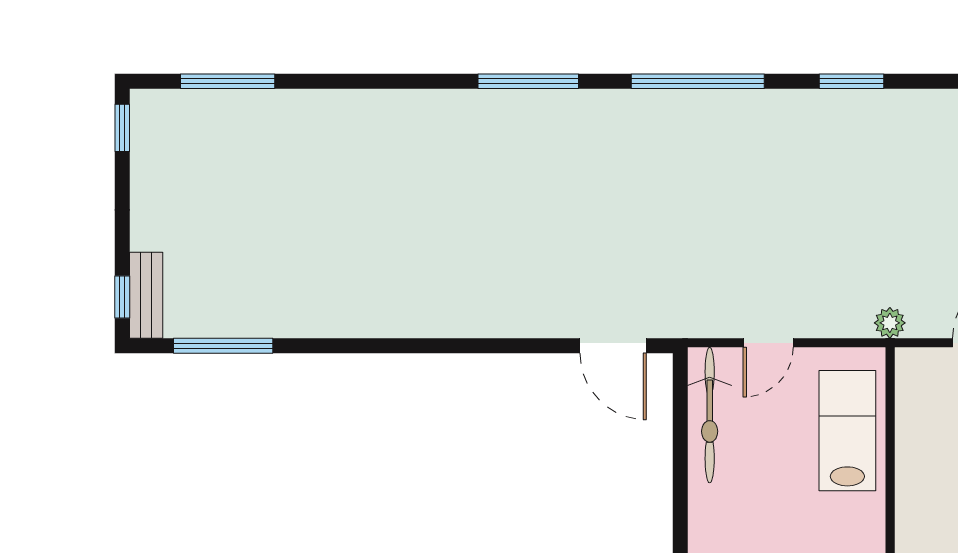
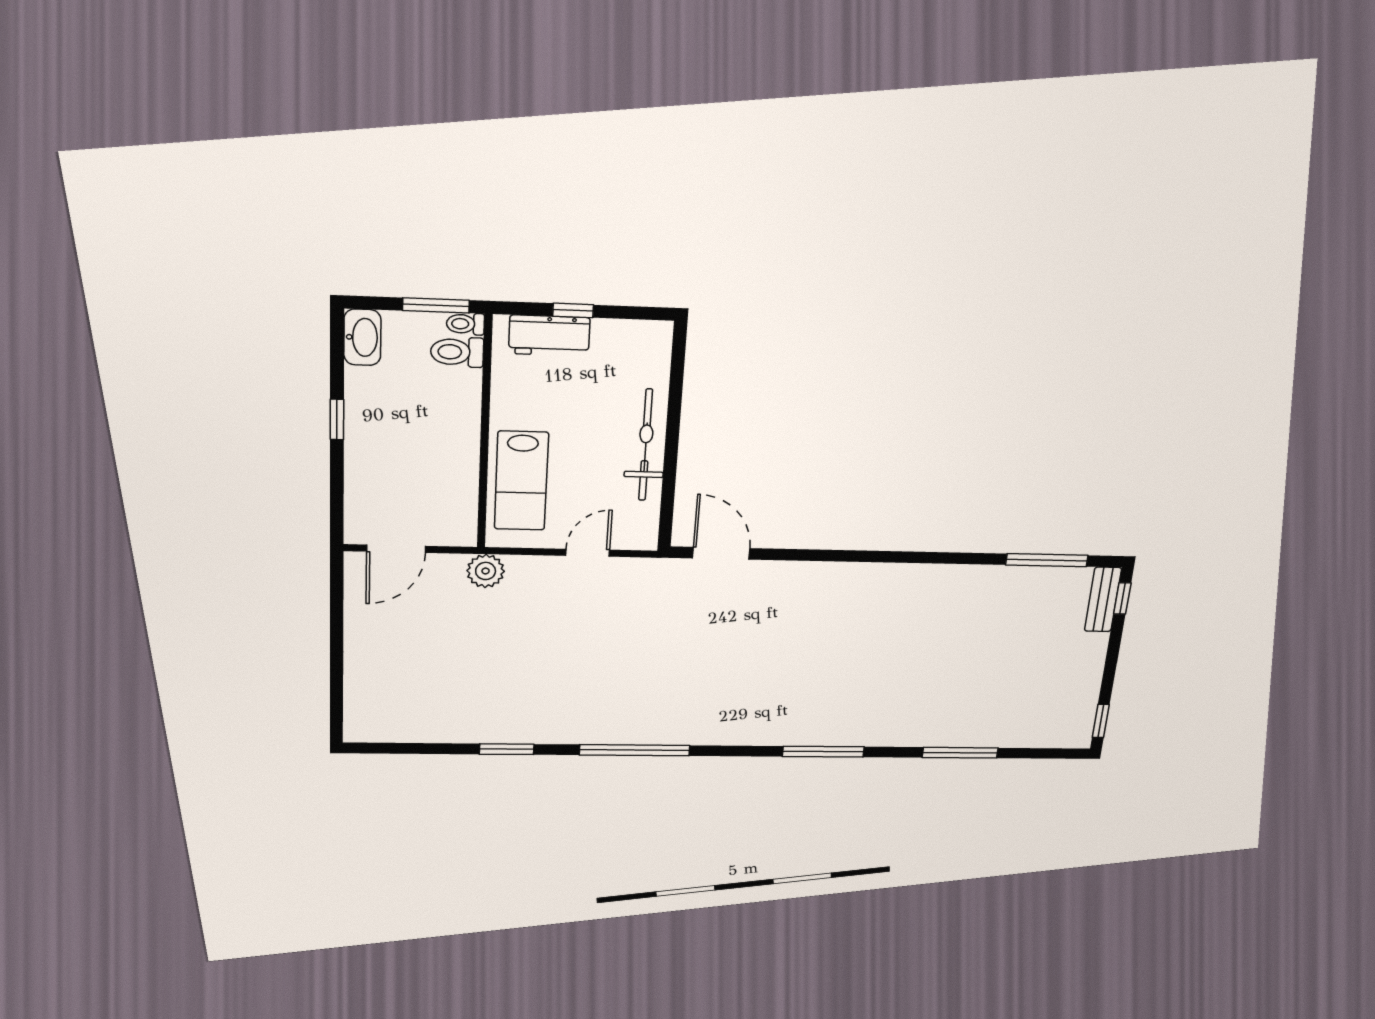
window: (228, 81) -> (960, 753), moved
window: (528, 81) -> (823, 752), moved
plant: (890, 323) -> (486, 571), width x1.38, depth x1.38
bicycle: (710, 415) -> (646, 445), moved

